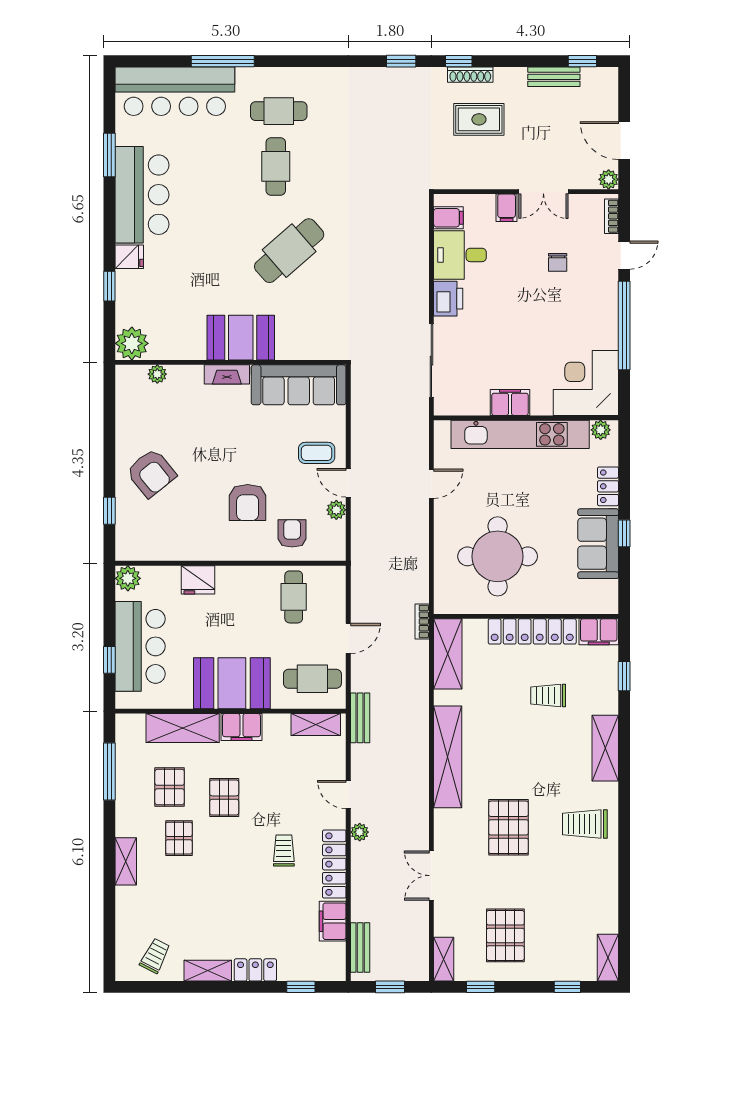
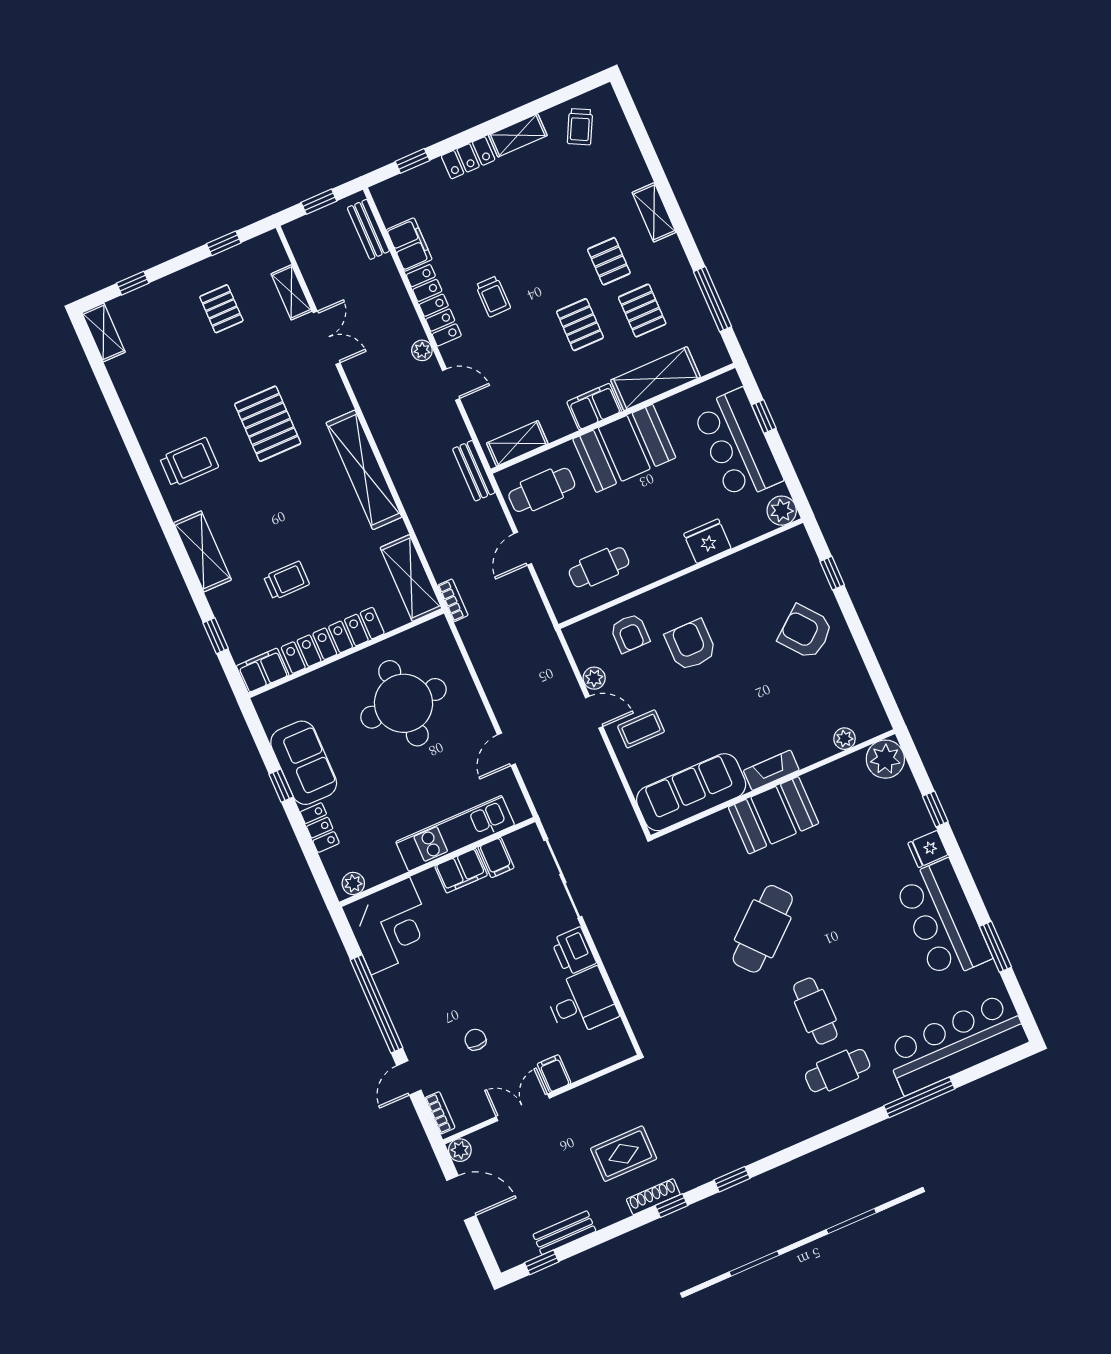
filing cabinet: (448, 218) -> (496, 857), moved, turned -90
kitchen unit: (520, 434) -> (455, 833), width x0.73
cafe table: (294, 597) -> (599, 567), turned 90
pallet: (505, 935) -> (221, 309), width x0.67, depth x0.71
shelving: (444, 959) -> (291, 292), moved

